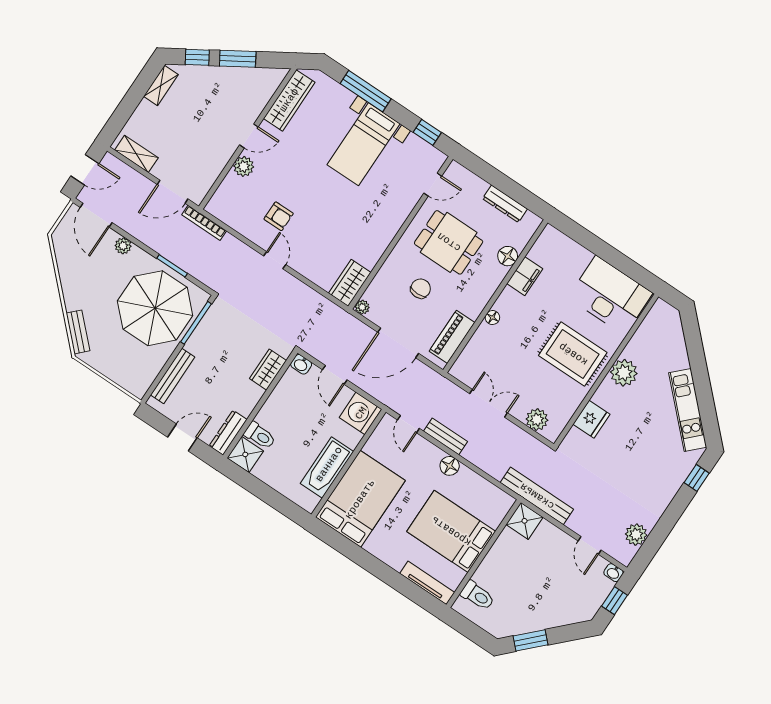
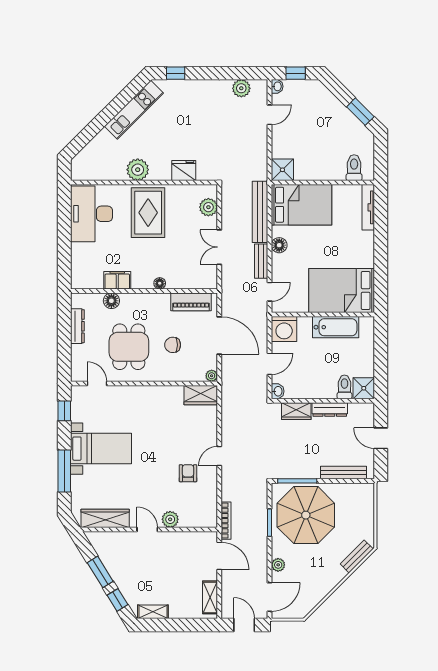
dresser: (228, 433) -> (330, 410), moved
bench: (537, 496) -> (260, 212), moved
bed: (451, 531) -> (301, 205), moved, turned -90

